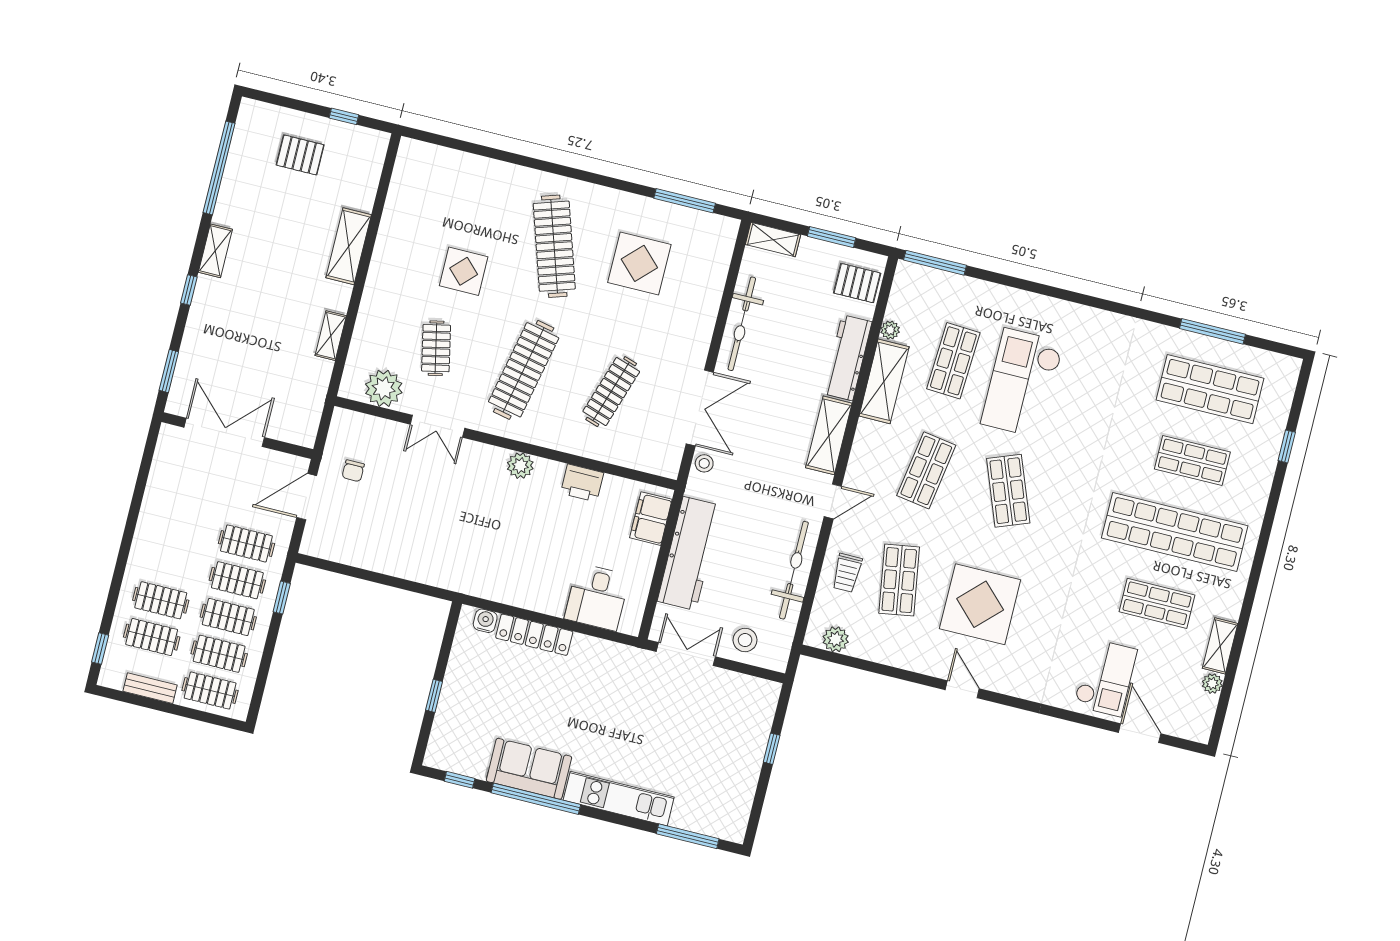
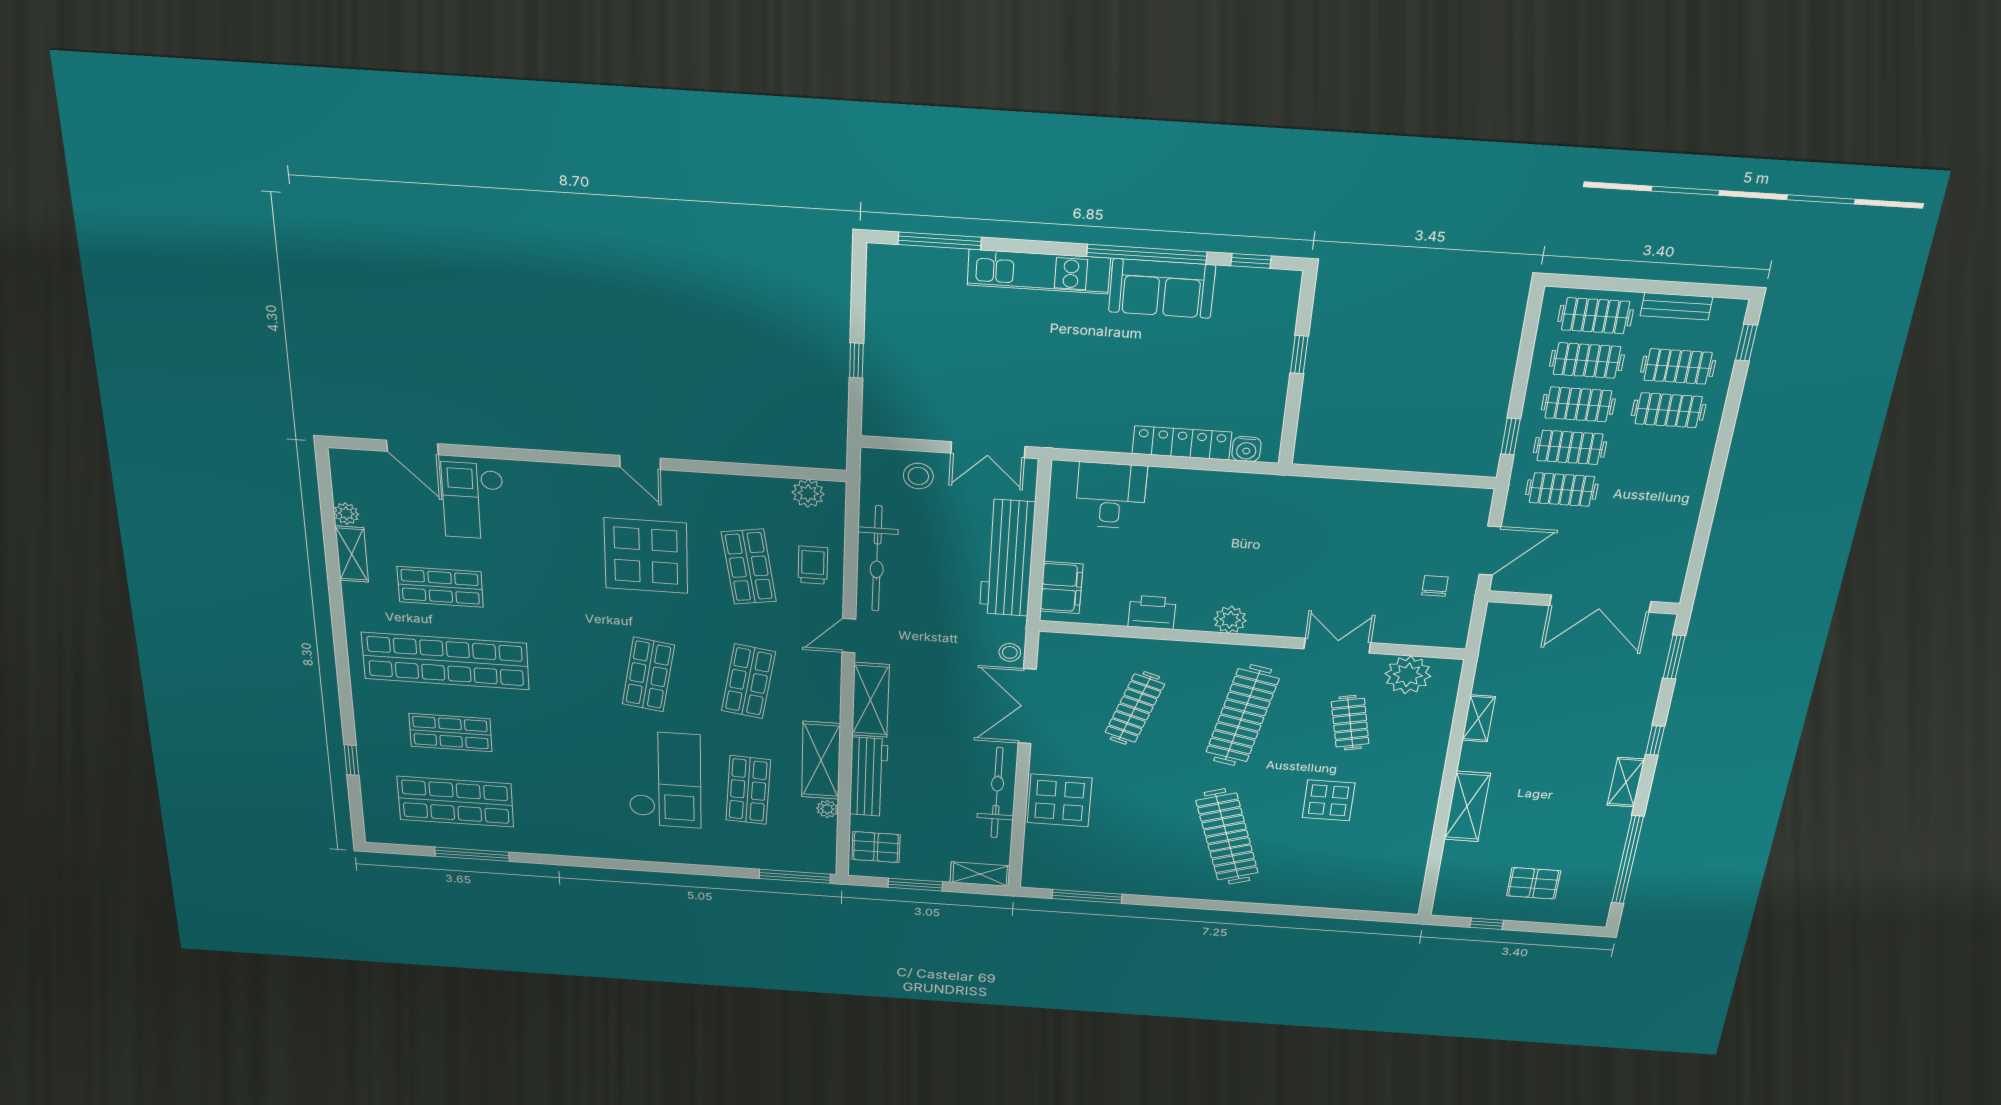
display table: (639, 263) -> (1060, 800), moved
shop shelf: (1008, 491) -> (648, 675), turned 30

